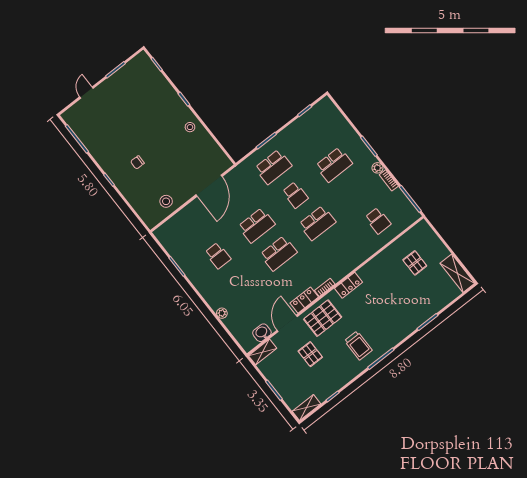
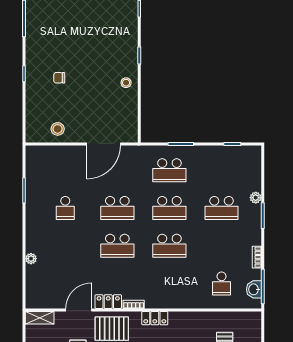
plant: (377, 168) -> (256, 198), moved
school desk: (295, 195) -> (169, 208), width x1.85
washbasin: (262, 333) -> (254, 289), moved, turned -90

